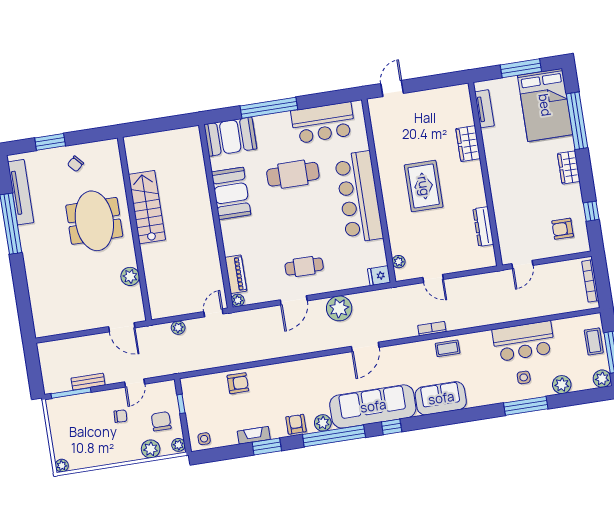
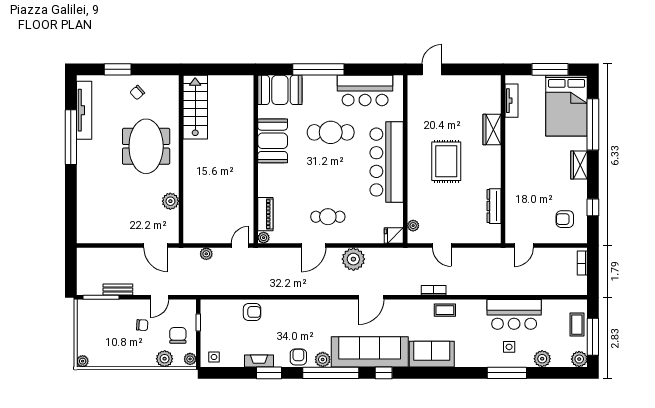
stairs: (147, 207) -> (195, 107), moved
bookcase: (590, 281) -> (582, 263), width x0.64

